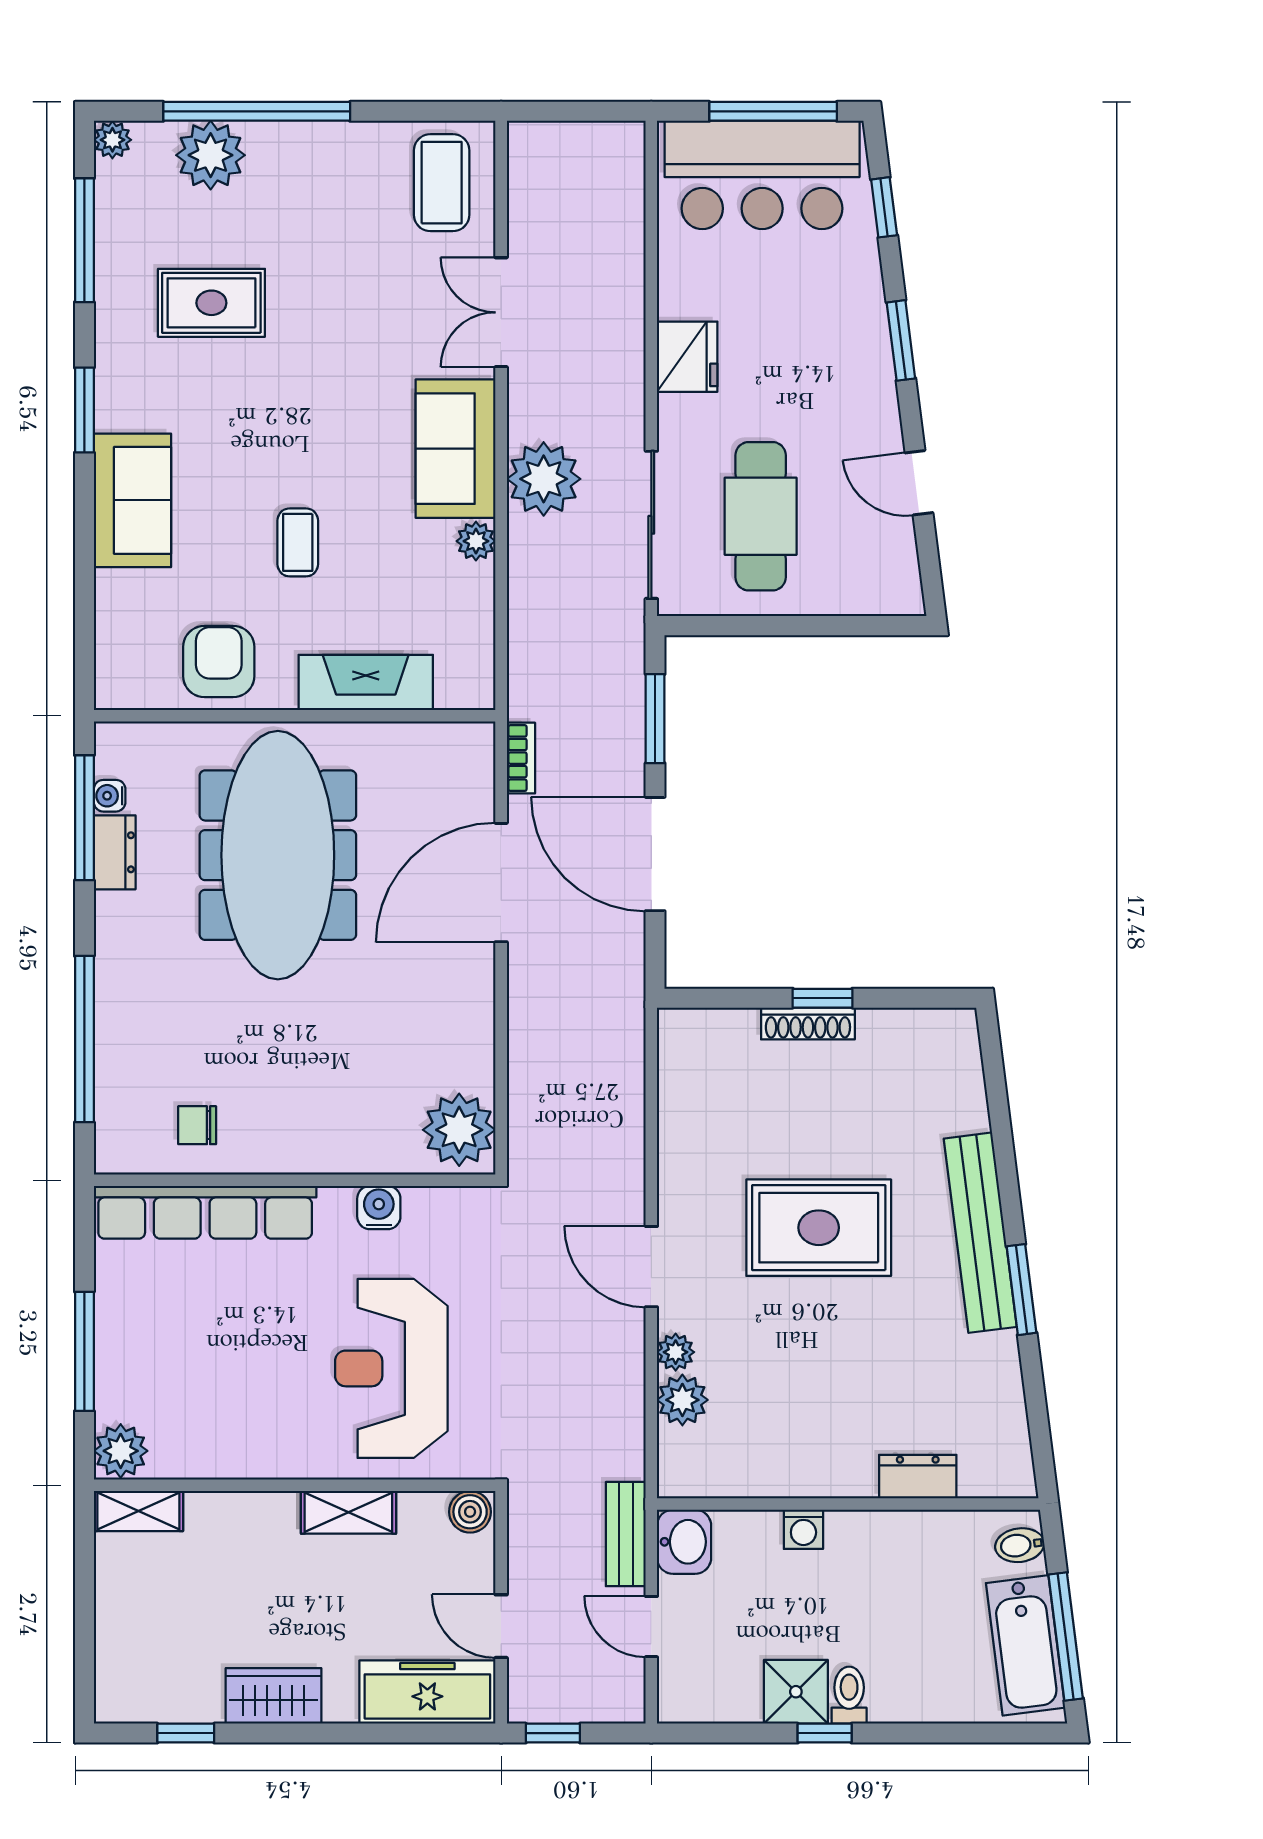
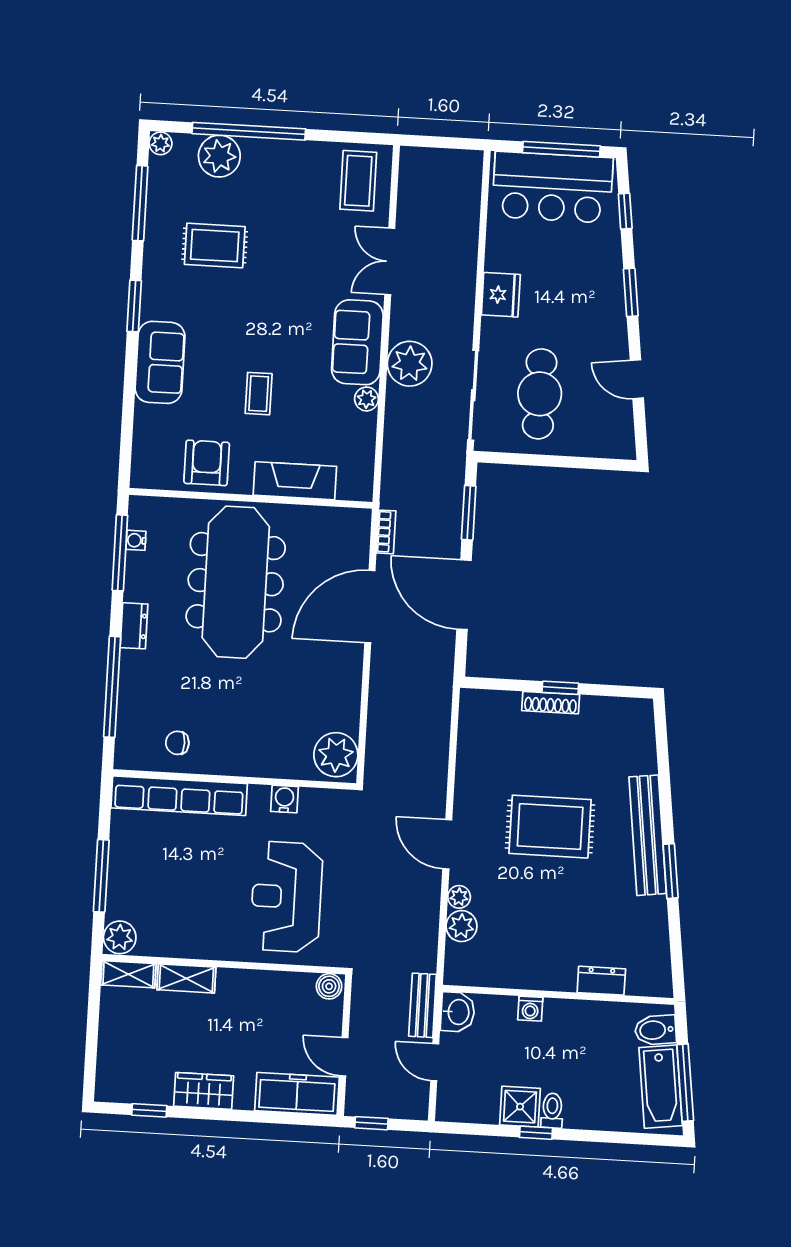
dresser: (115, 852) -> (134, 626), moved
shelving: (348, 1512) -> (186, 978), moved
bidet: (1020, 1545) -> (656, 1030), width x1.38, depth x1.36

